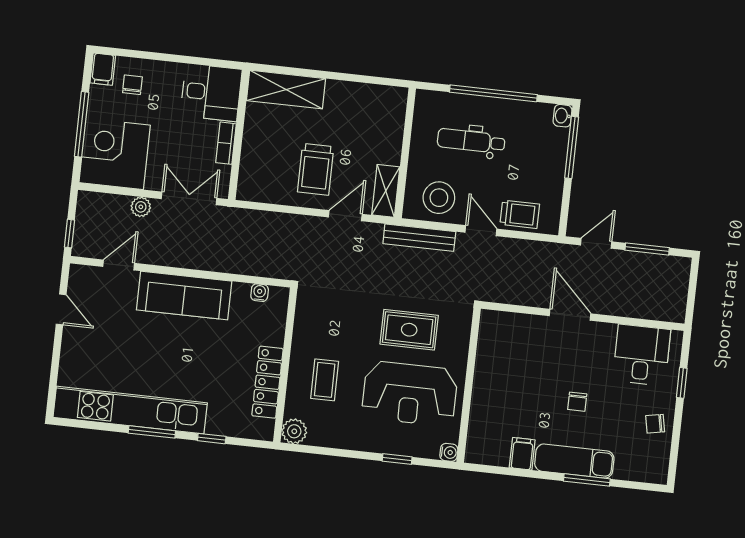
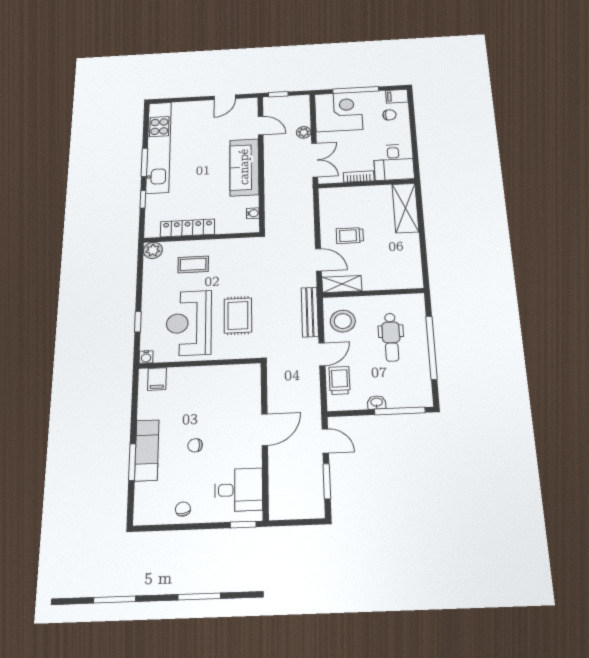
washbasin: (563, 116) -> (377, 402), moved
dental chair: (471, 141) -> (391, 337), turned 180
trolley: (316, 169) -> (350, 236), width x0.73, depth x0.72
trolley: (520, 214) -> (339, 380), turned 180
window: (682, 383) -> (243, 525), moved
filing cabinet: (522, 454) -> (157, 379), moved, turned 90

